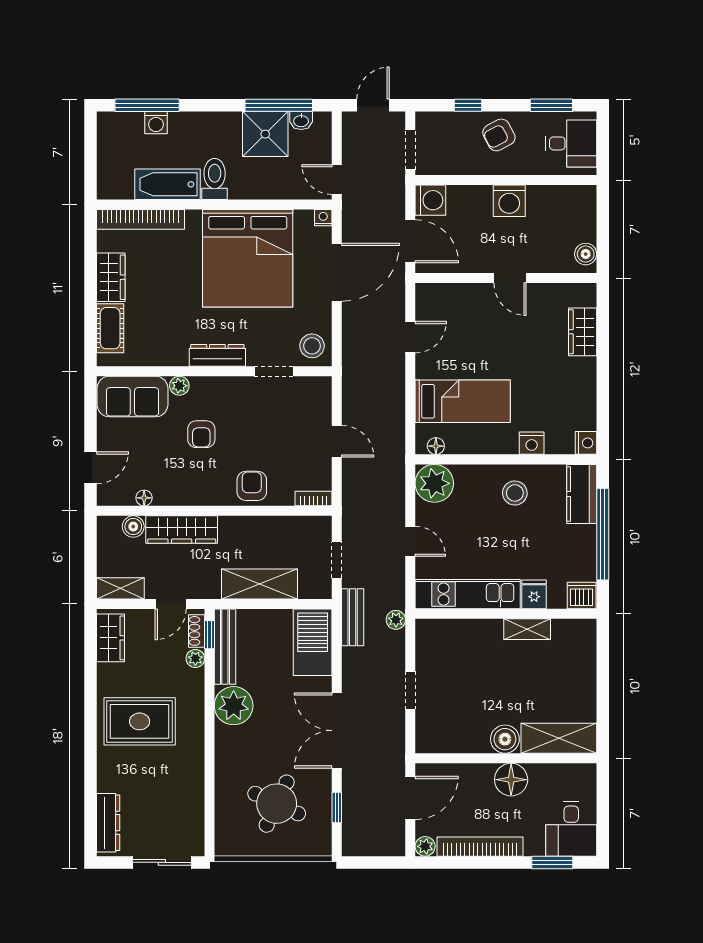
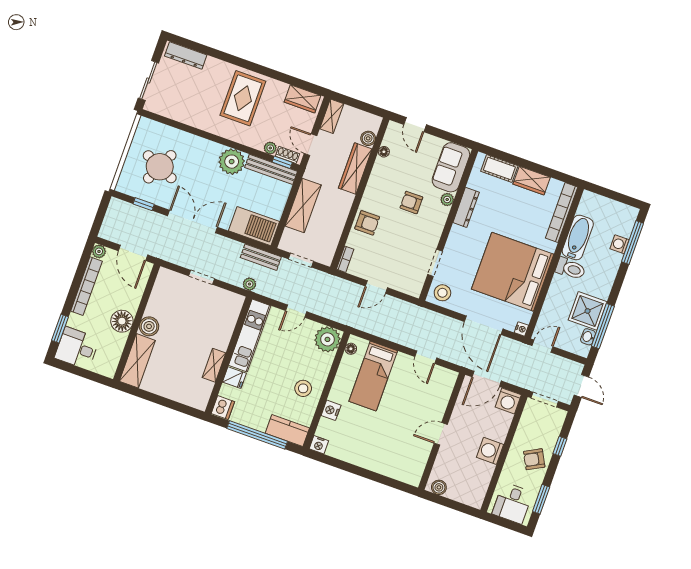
armchair: (499, 135) -> (534, 459), turned -90
wardrobe: (583, 332) -> (390, 468), removed
dresser: (217, 355) -> (466, 207), moved

